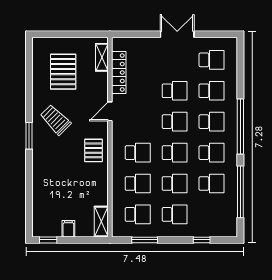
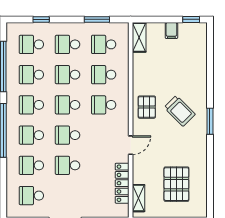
trolley: (56, 120) -> (180, 111), moved
school desk: (212, 214) -> (31, 44), added

